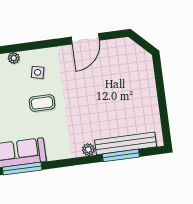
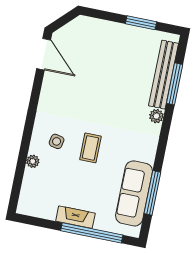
door: (85, 39) -> (44, 54), moved
window: (163, 109) -> (141, 23), added

